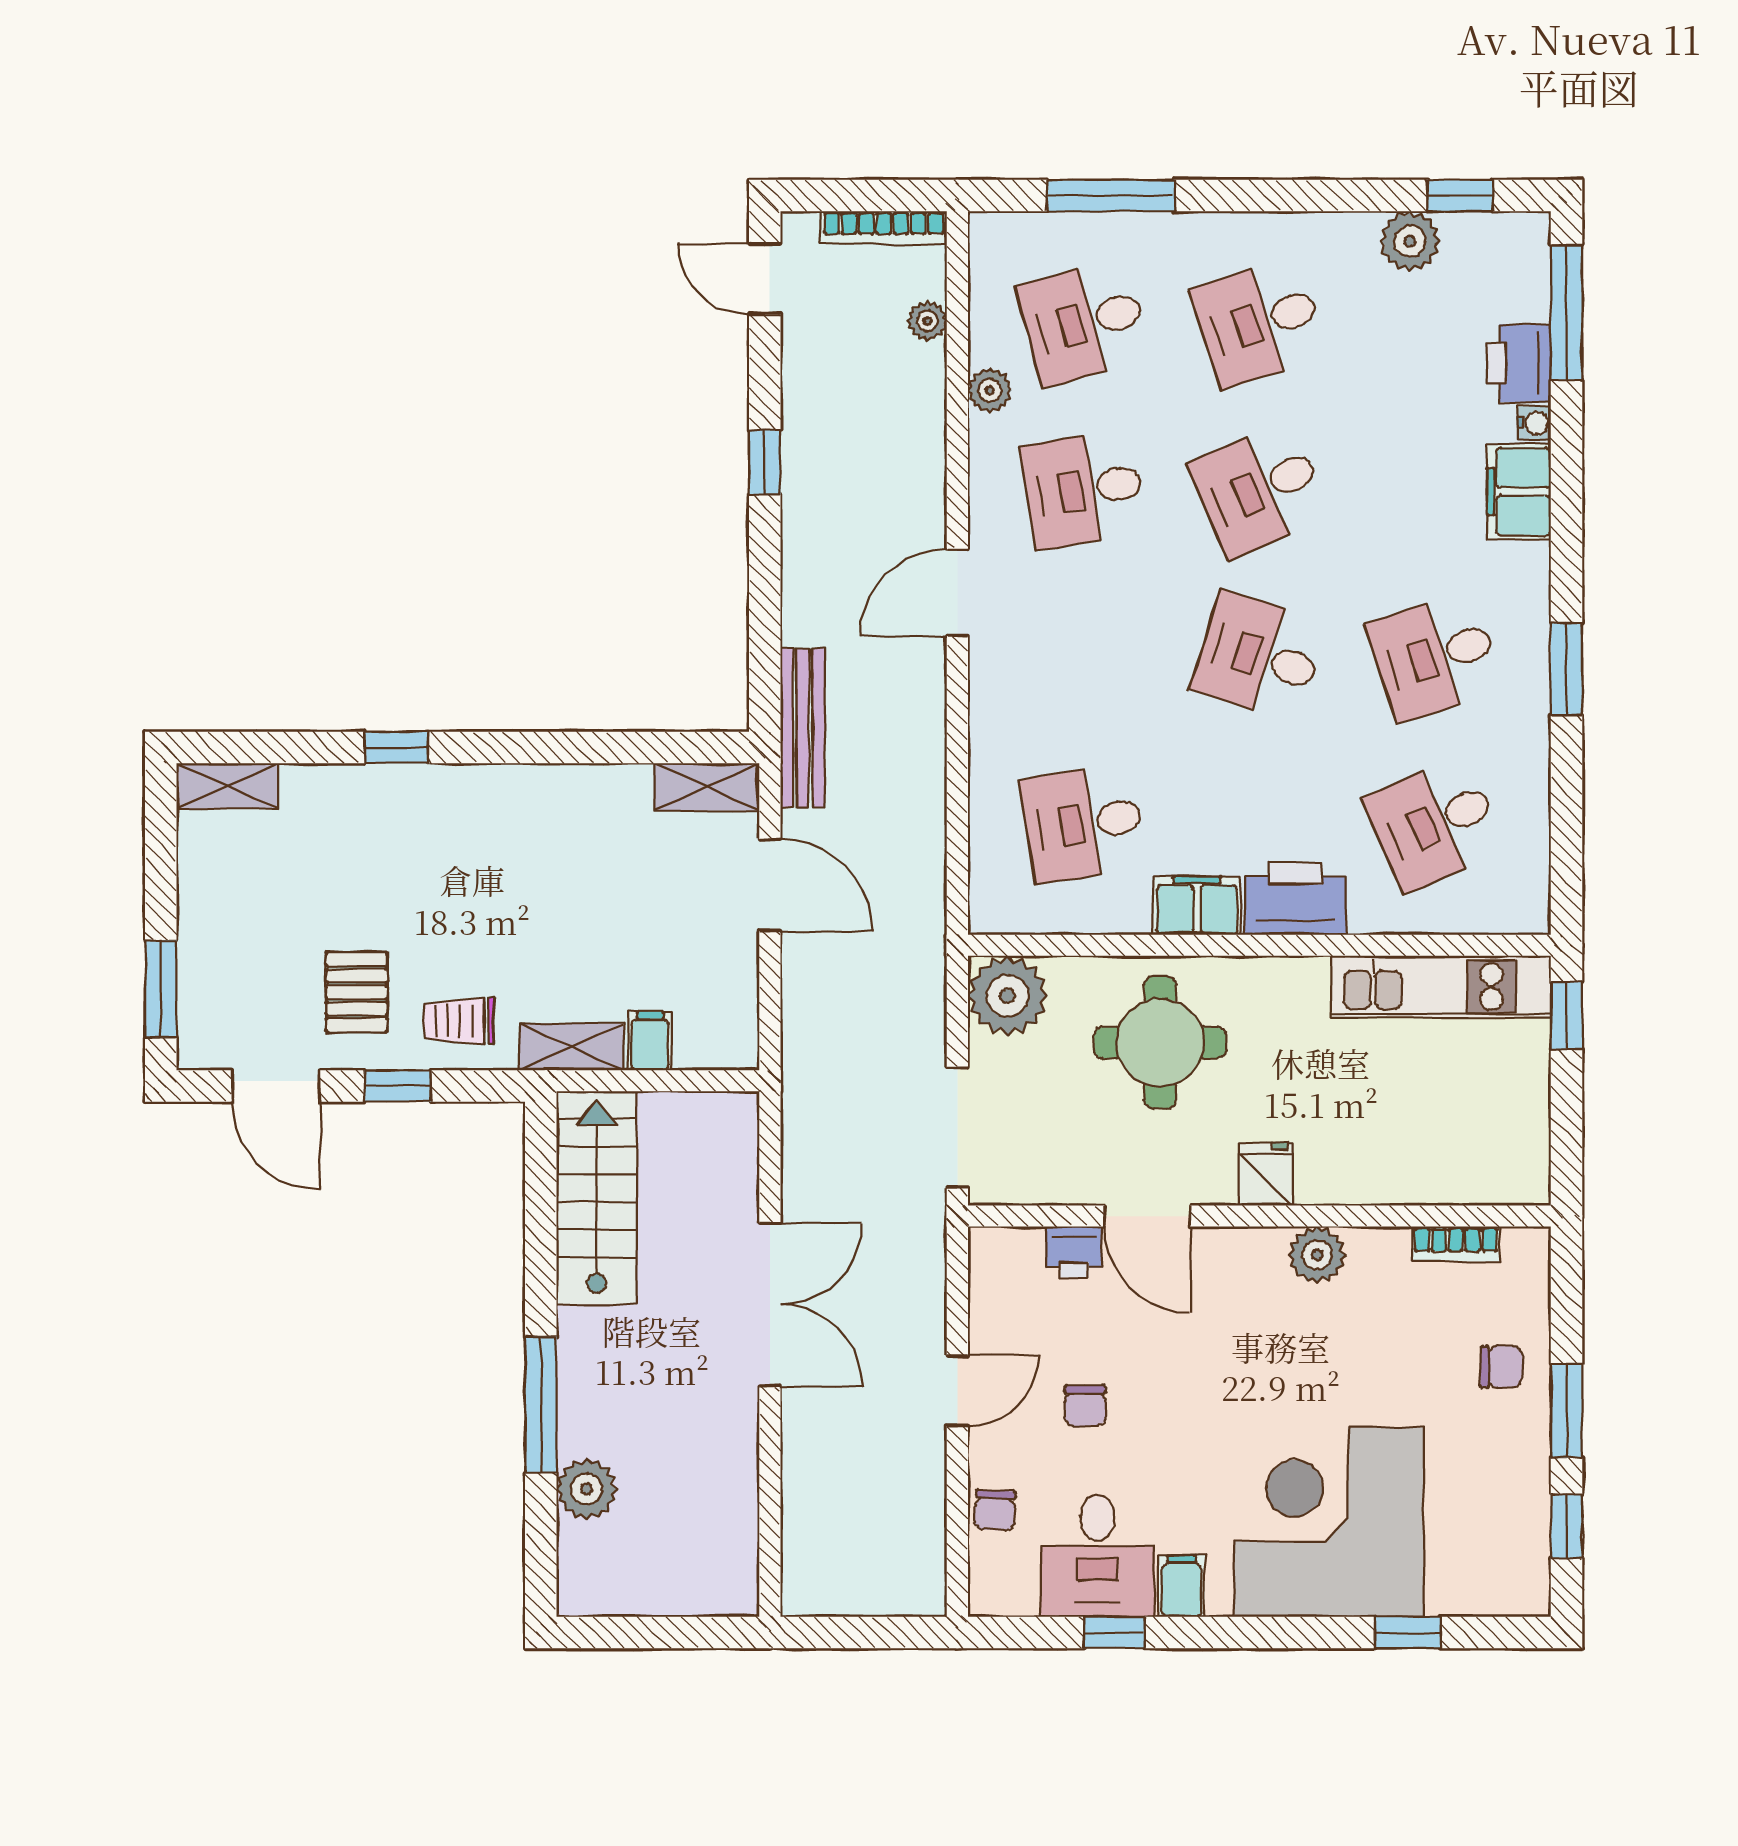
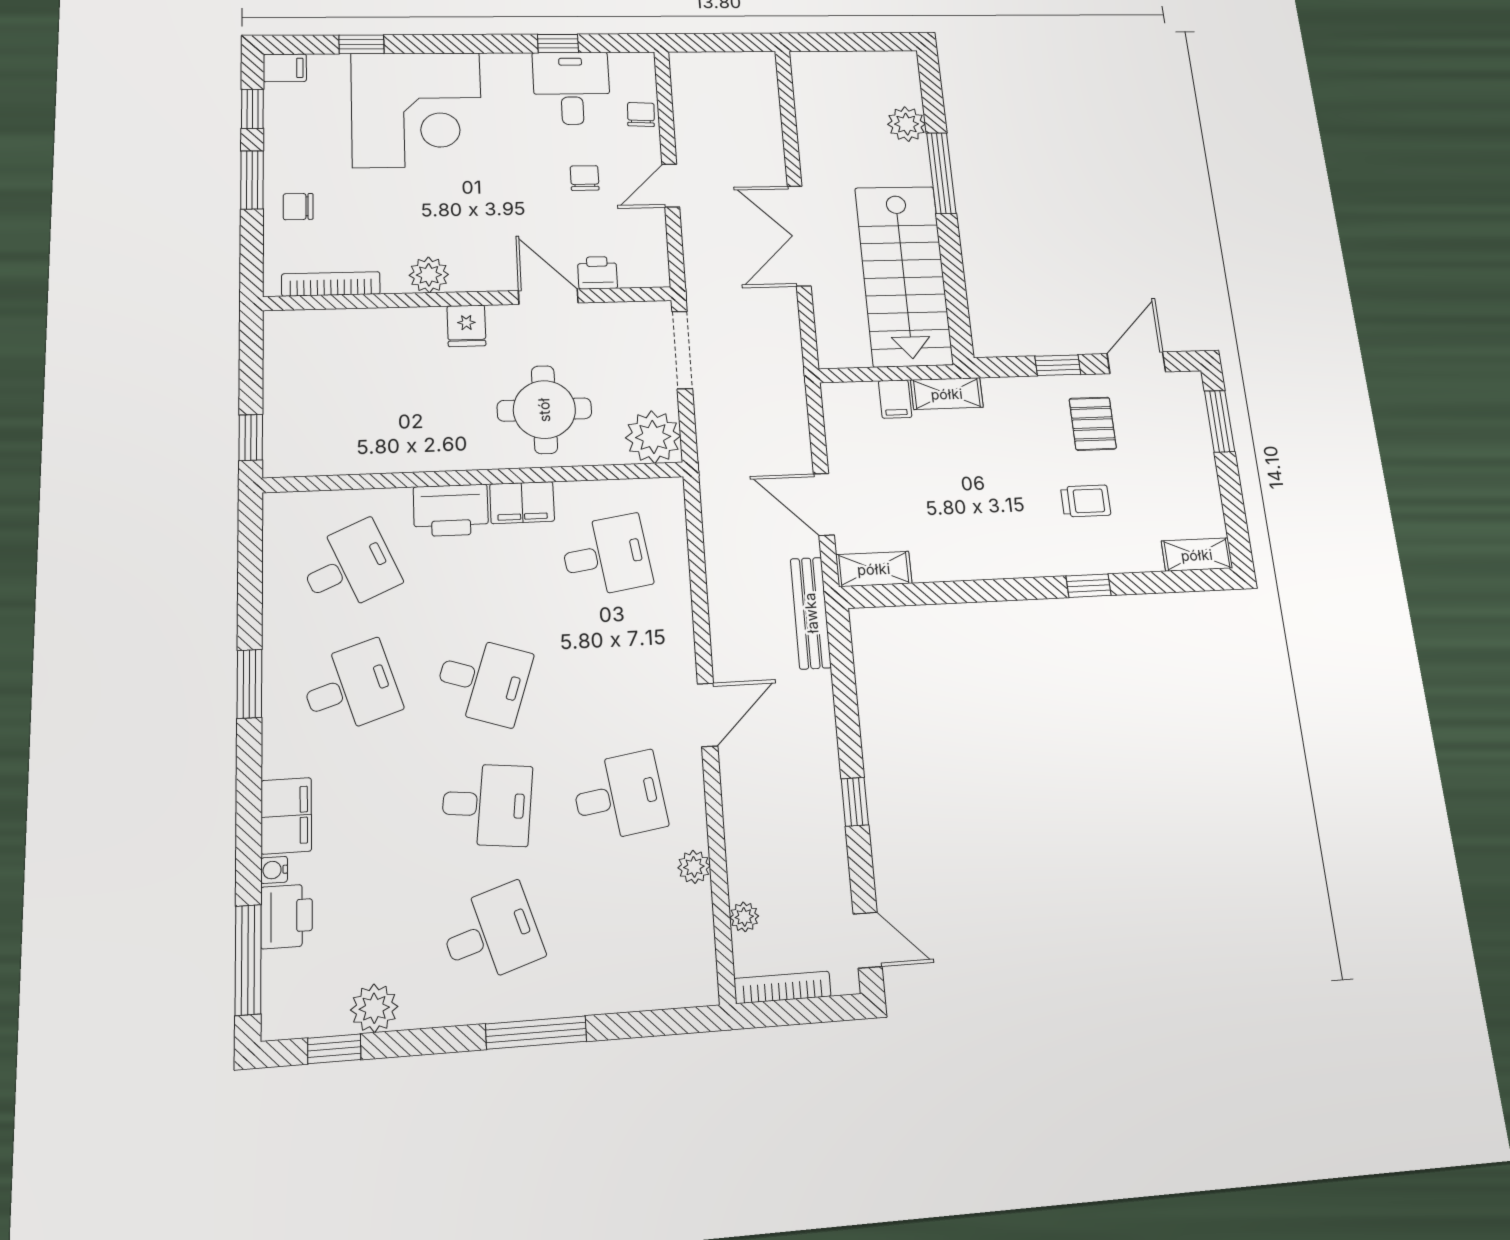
window: (1111, 196) -> (536, 1033), moved
desk: (1084, 322) -> (626, 924), removed
desk: (1259, 490) -> (487, 805), turned 30
kitchen unit: (1441, 987) -> (343, 454), removed
trolley: (459, 1021) -> (1086, 501), moved
door: (276, 1086) -> (1136, 363), hinge flipped
stairs: (597, 1198) -> (904, 275), width x1.36, depth x1.51
bookcase: (1456, 1244) -> (331, 284), width x1.56
filing cabinet: (1182, 1586) -> (285, 68), moved, turned -90

